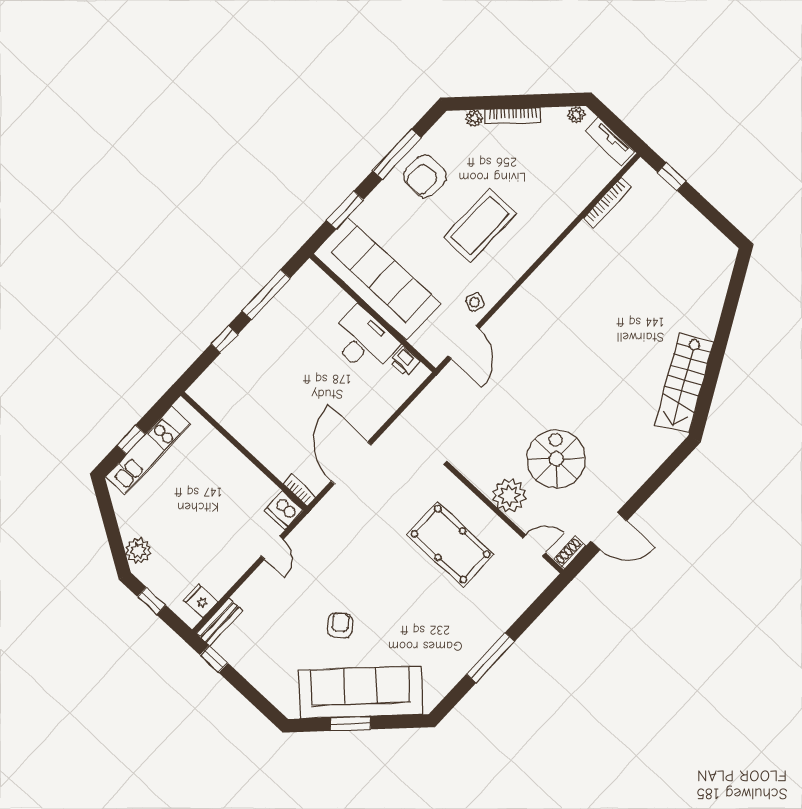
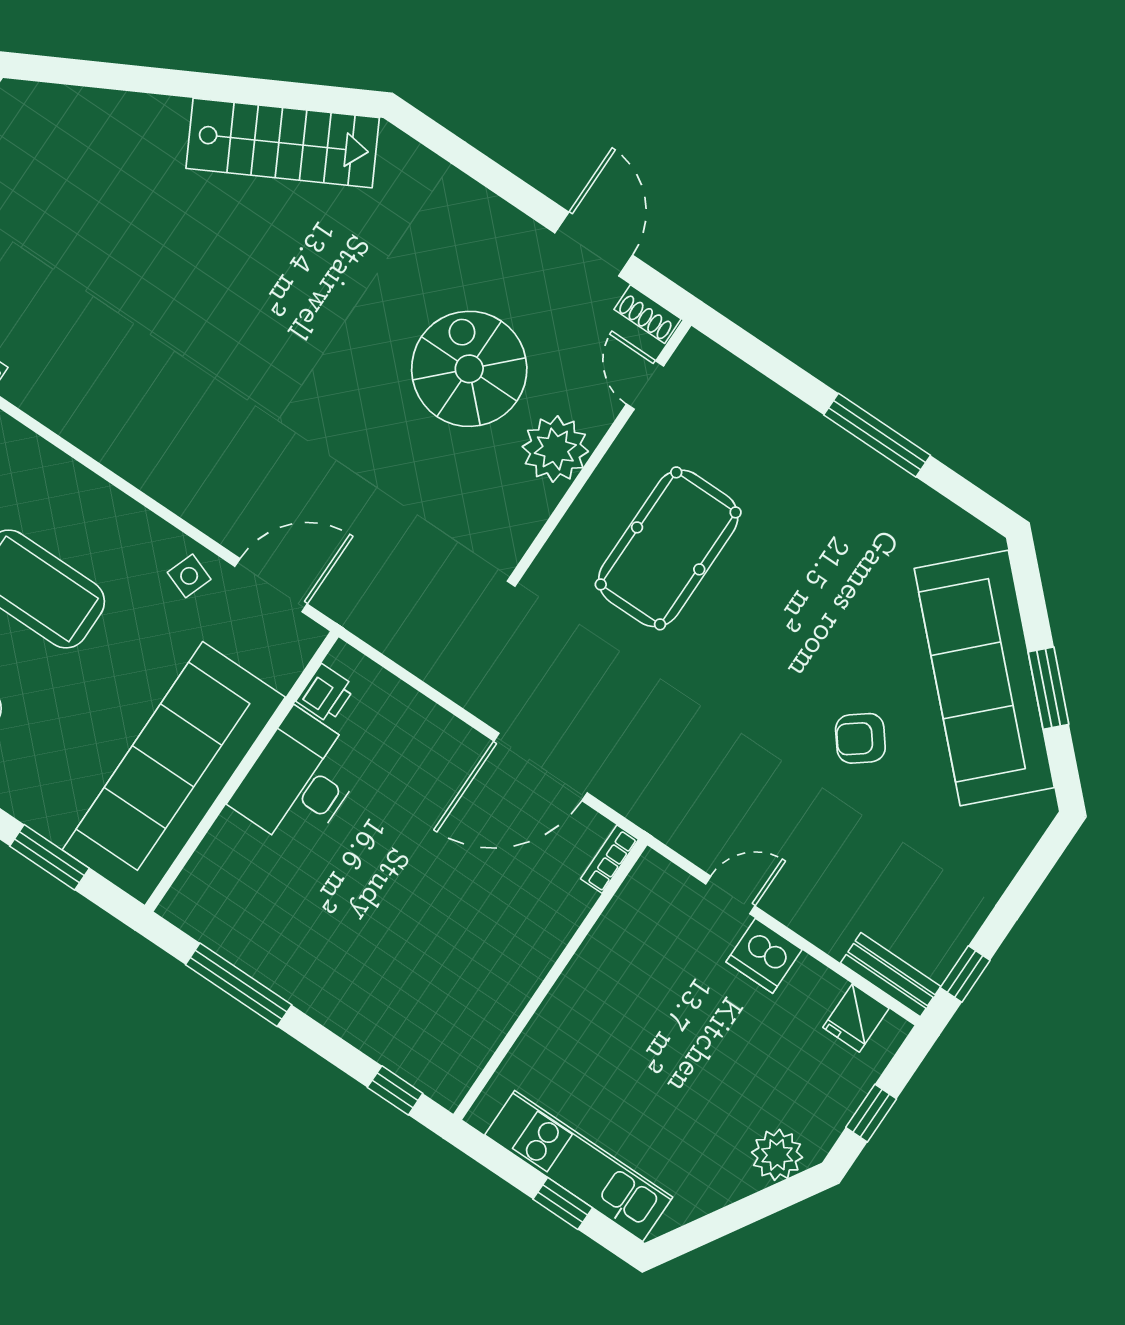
window: (225, 339) -> (395, 1090), moved
spiral stairs: (556, 459) -> (469, 369), turned 90
dishwasher: (284, 510) -> (764, 956), moved, turned 90

